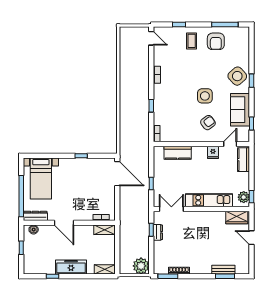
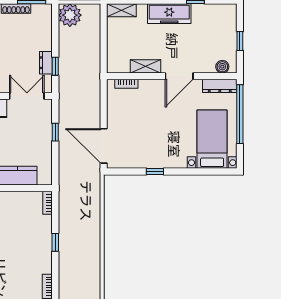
double door: (171, 209) -> (27, 96), swing flipped
door: (64, 223) -> (179, 76), swing flipped
shelving: (104, 230) -> (146, 66), moved

